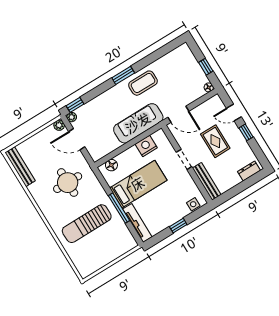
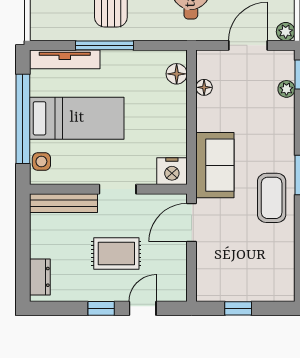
floor lamp: (209, 87) -> (204, 87), moved
plant: (72, 117) -> (286, 89), moved
sofa: (138, 123) -> (215, 165), width x0.73
nightstand: (146, 146) -> (172, 171), moved, turned 90
bed: (138, 184) -> (77, 118), moved, turned -90
window: (178, 226) -> (23, 119), width x3.17

